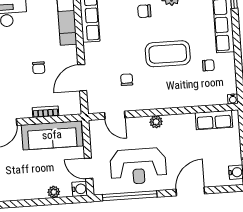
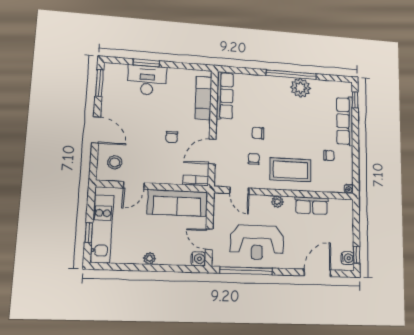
chair: (144, 11) -> (258, 133), moved
coffee table: (168, 54) -> (290, 170), moved
bookcase: (45, 112) -> (196, 181), moved
row of seats: (214, 120) -> (311, 205), moved
plant: (54, 192) -> (150, 258), moved
door: (190, 192) -> (317, 273), moved

